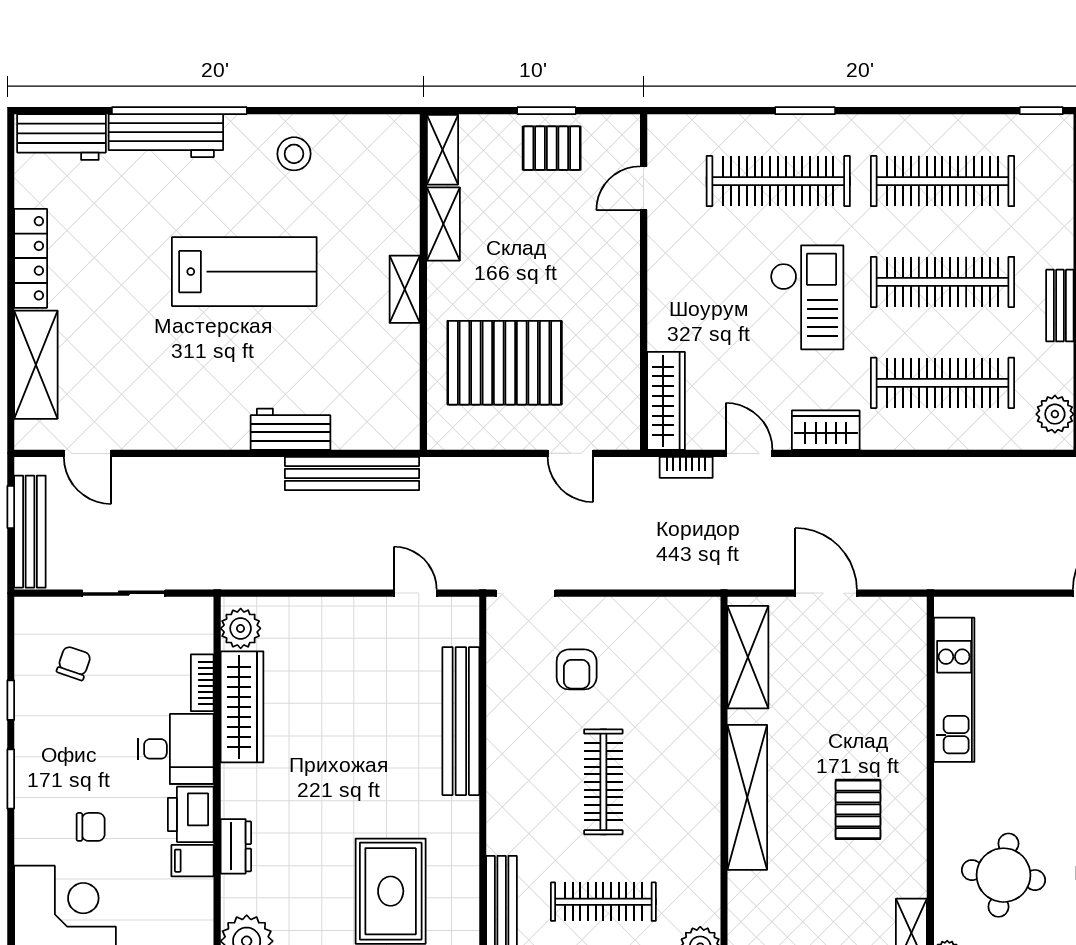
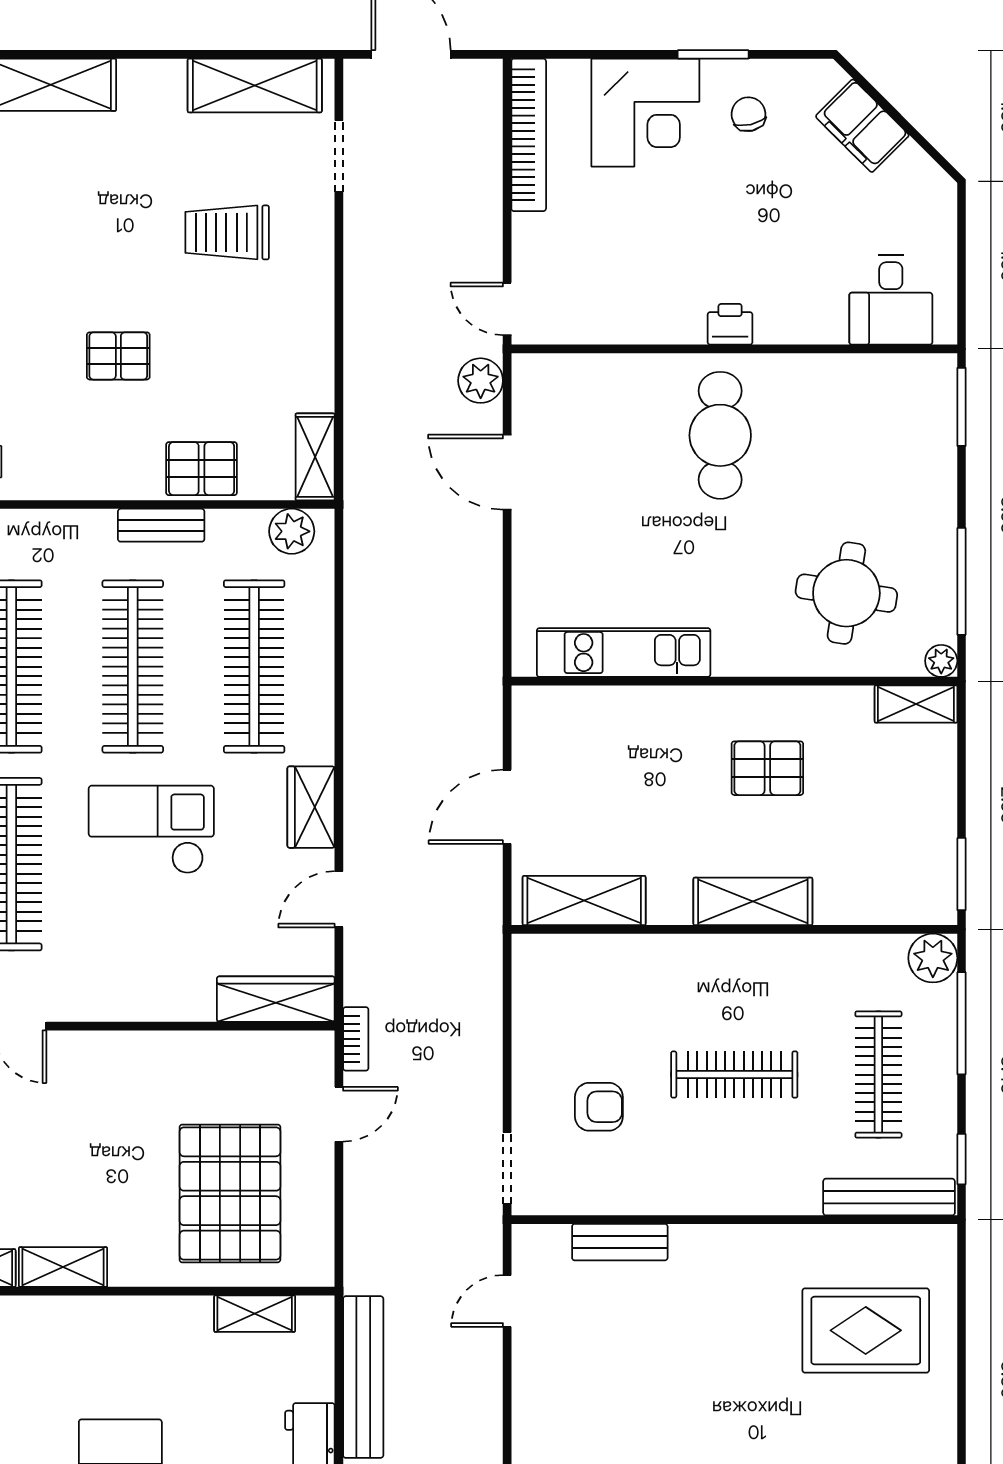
shelving: (405, 289) -> (255, 1314), moved
bookcase: (686, 467) -> (356, 1039), moved
bench: (461, 721) -> (620, 1242), width x0.54, depth x0.82
shelving: (747, 797) -> (753, 901), width x0.68

